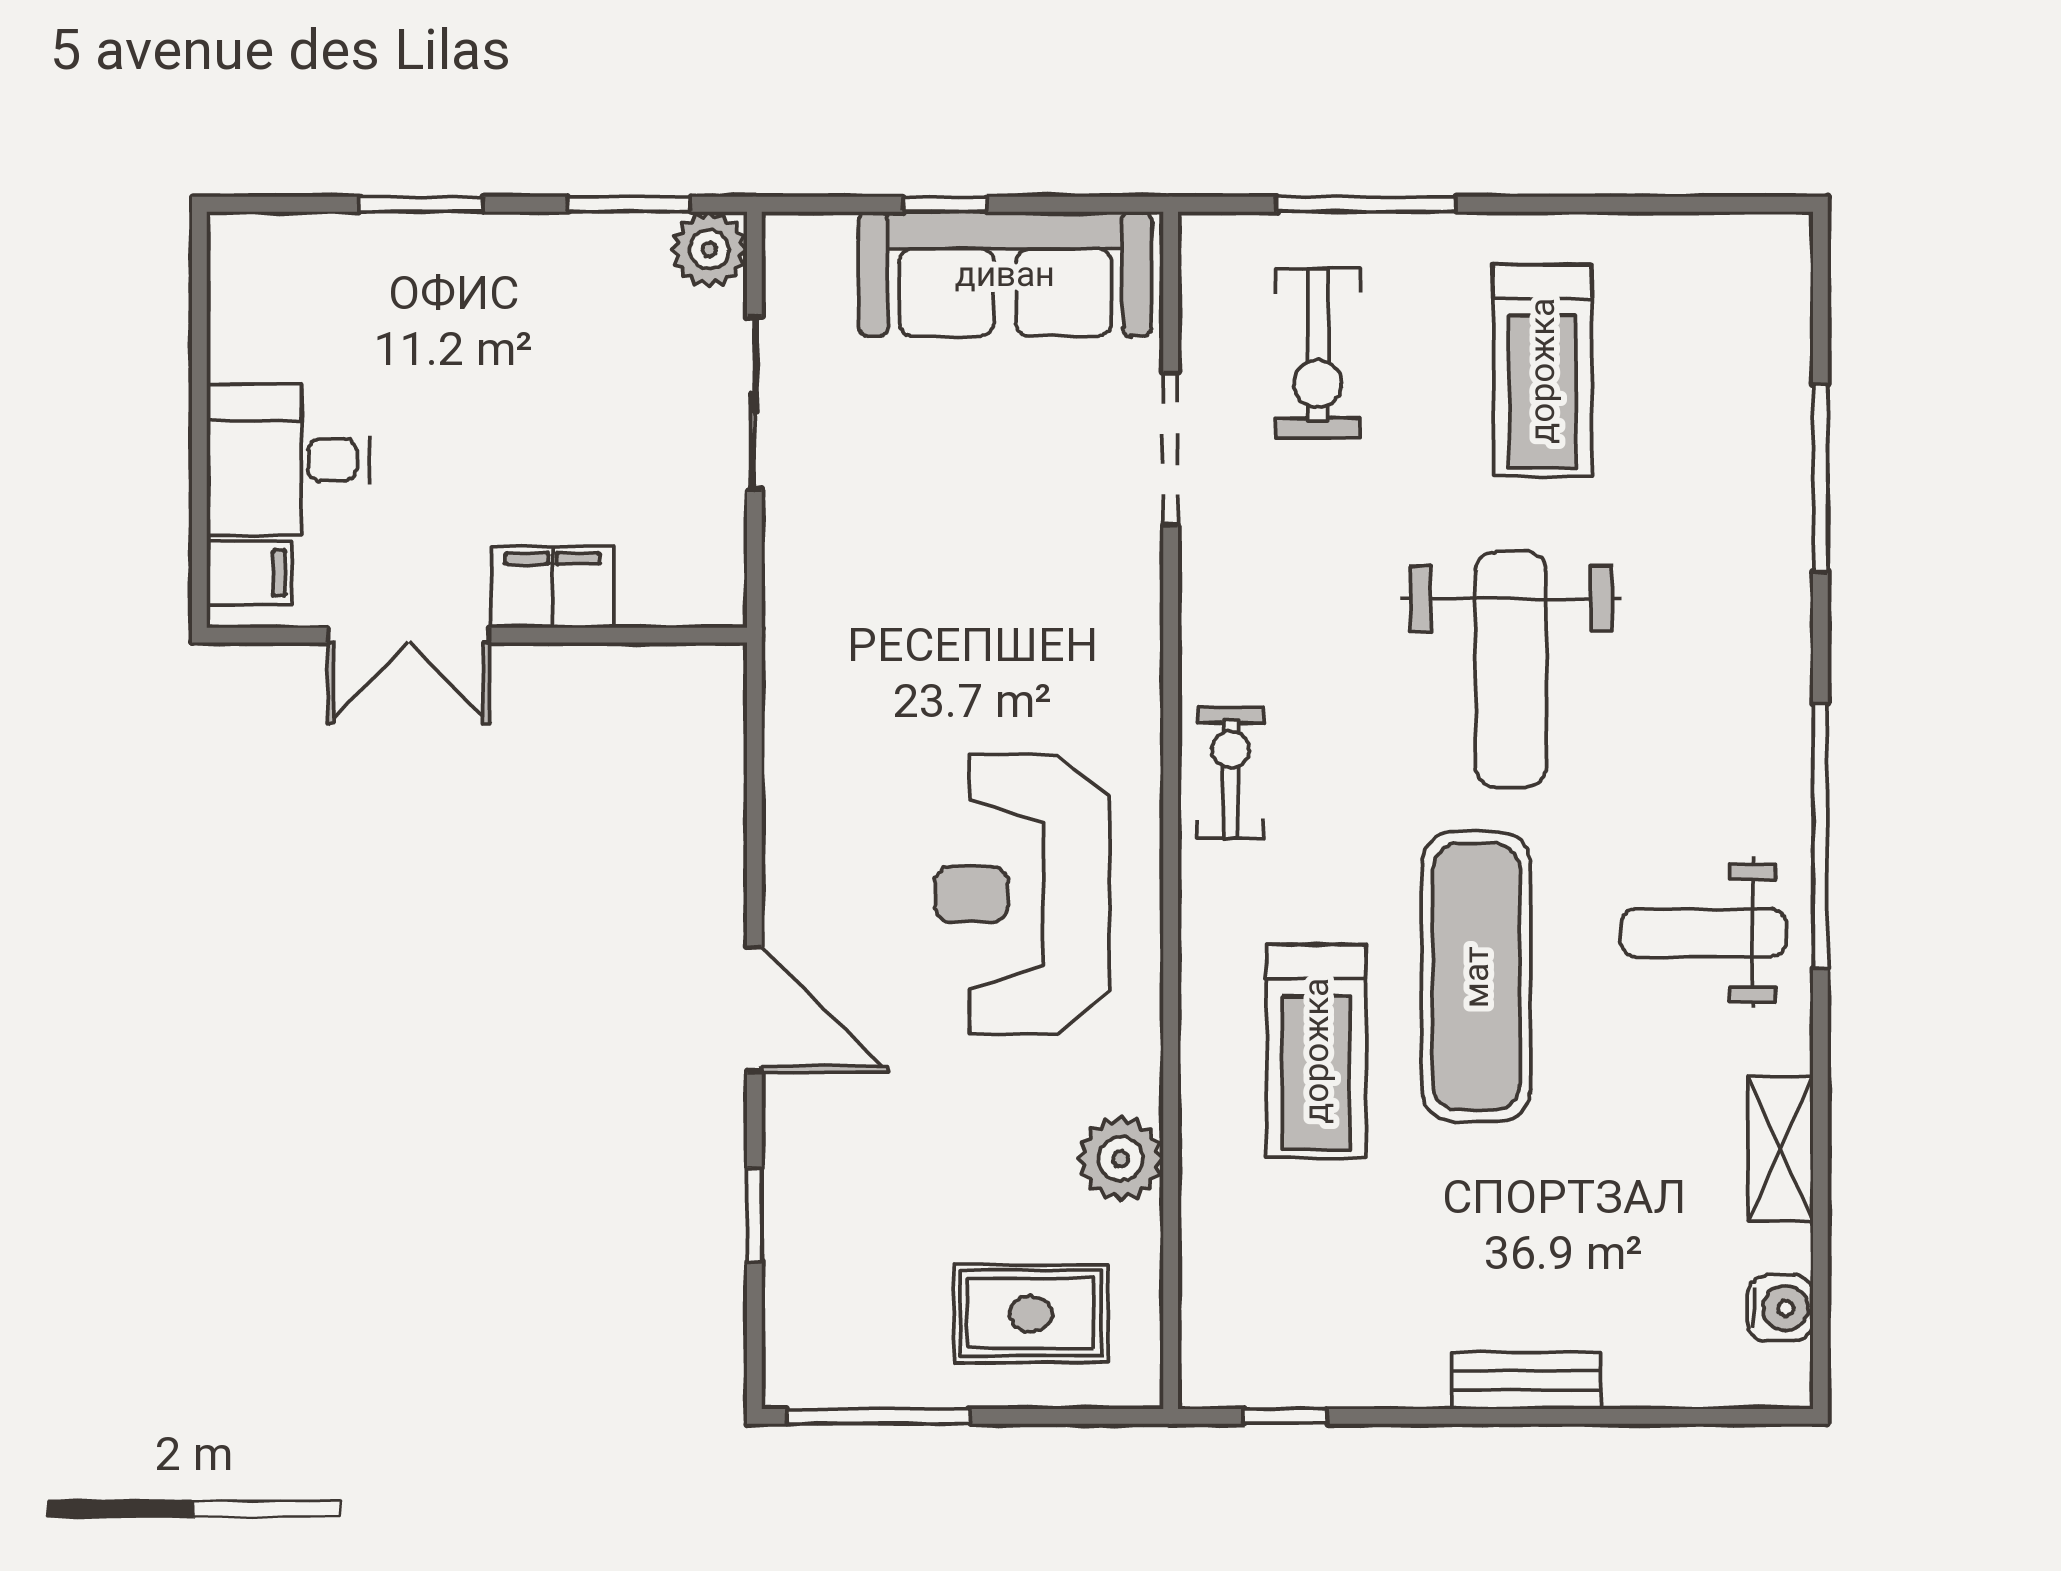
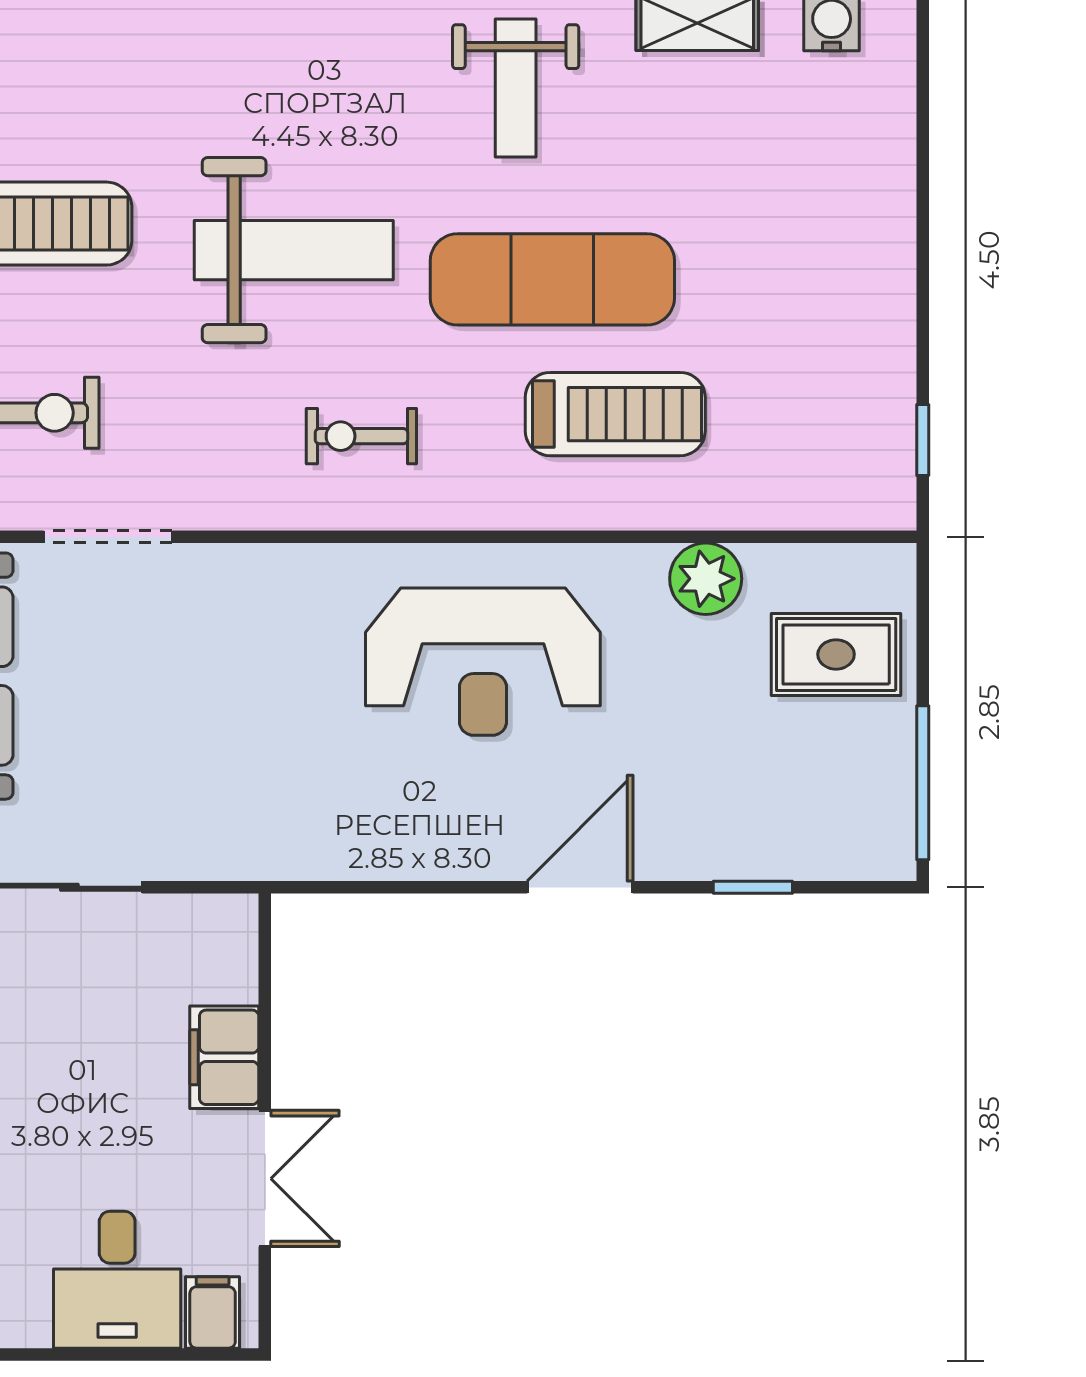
exercise bike: (1231, 773) -> (361, 436), moved
rug: (1031, 1314) -> (836, 654), turned 90
bench: (1526, 1380) -> (892, 237), removed

